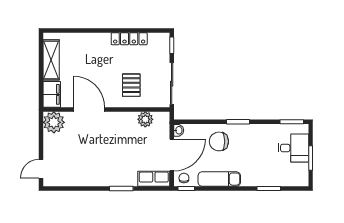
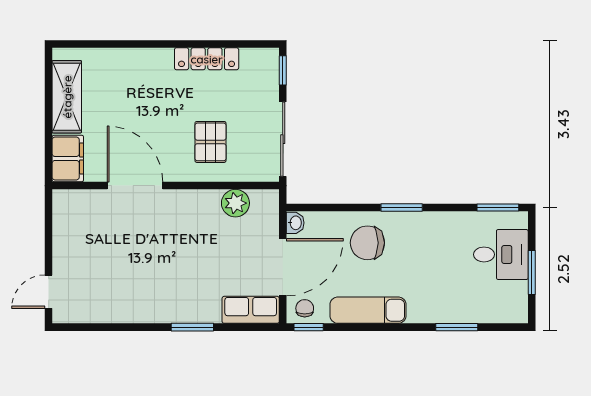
plant: (54, 122) -> (72, 209), removed

